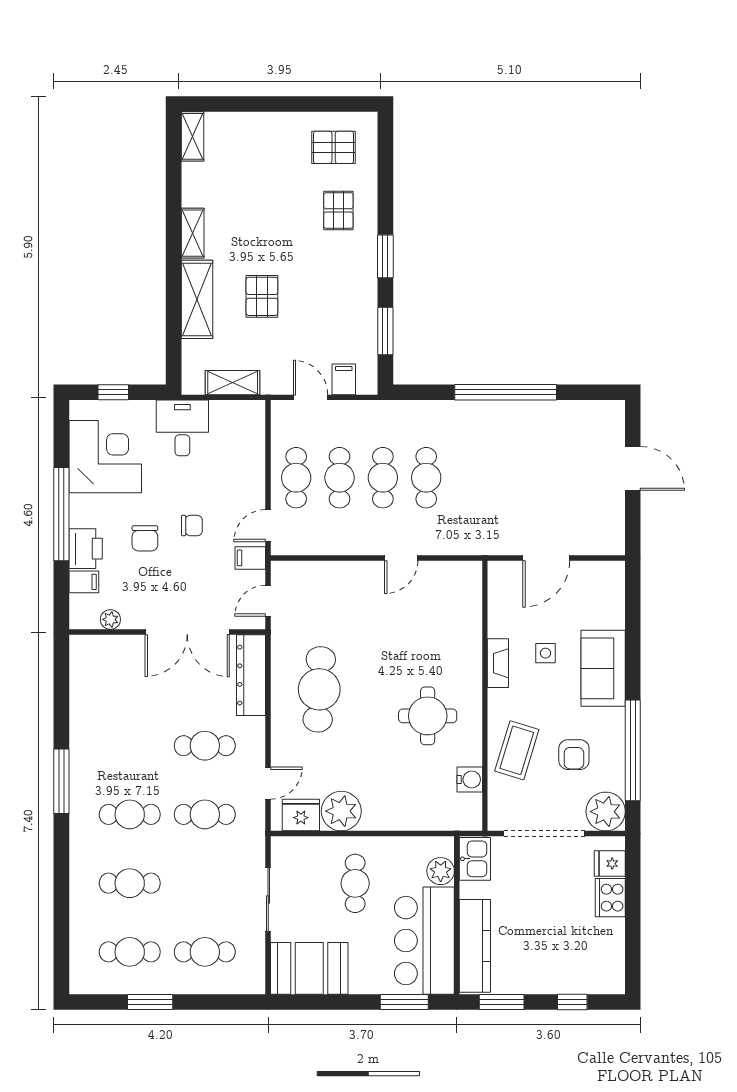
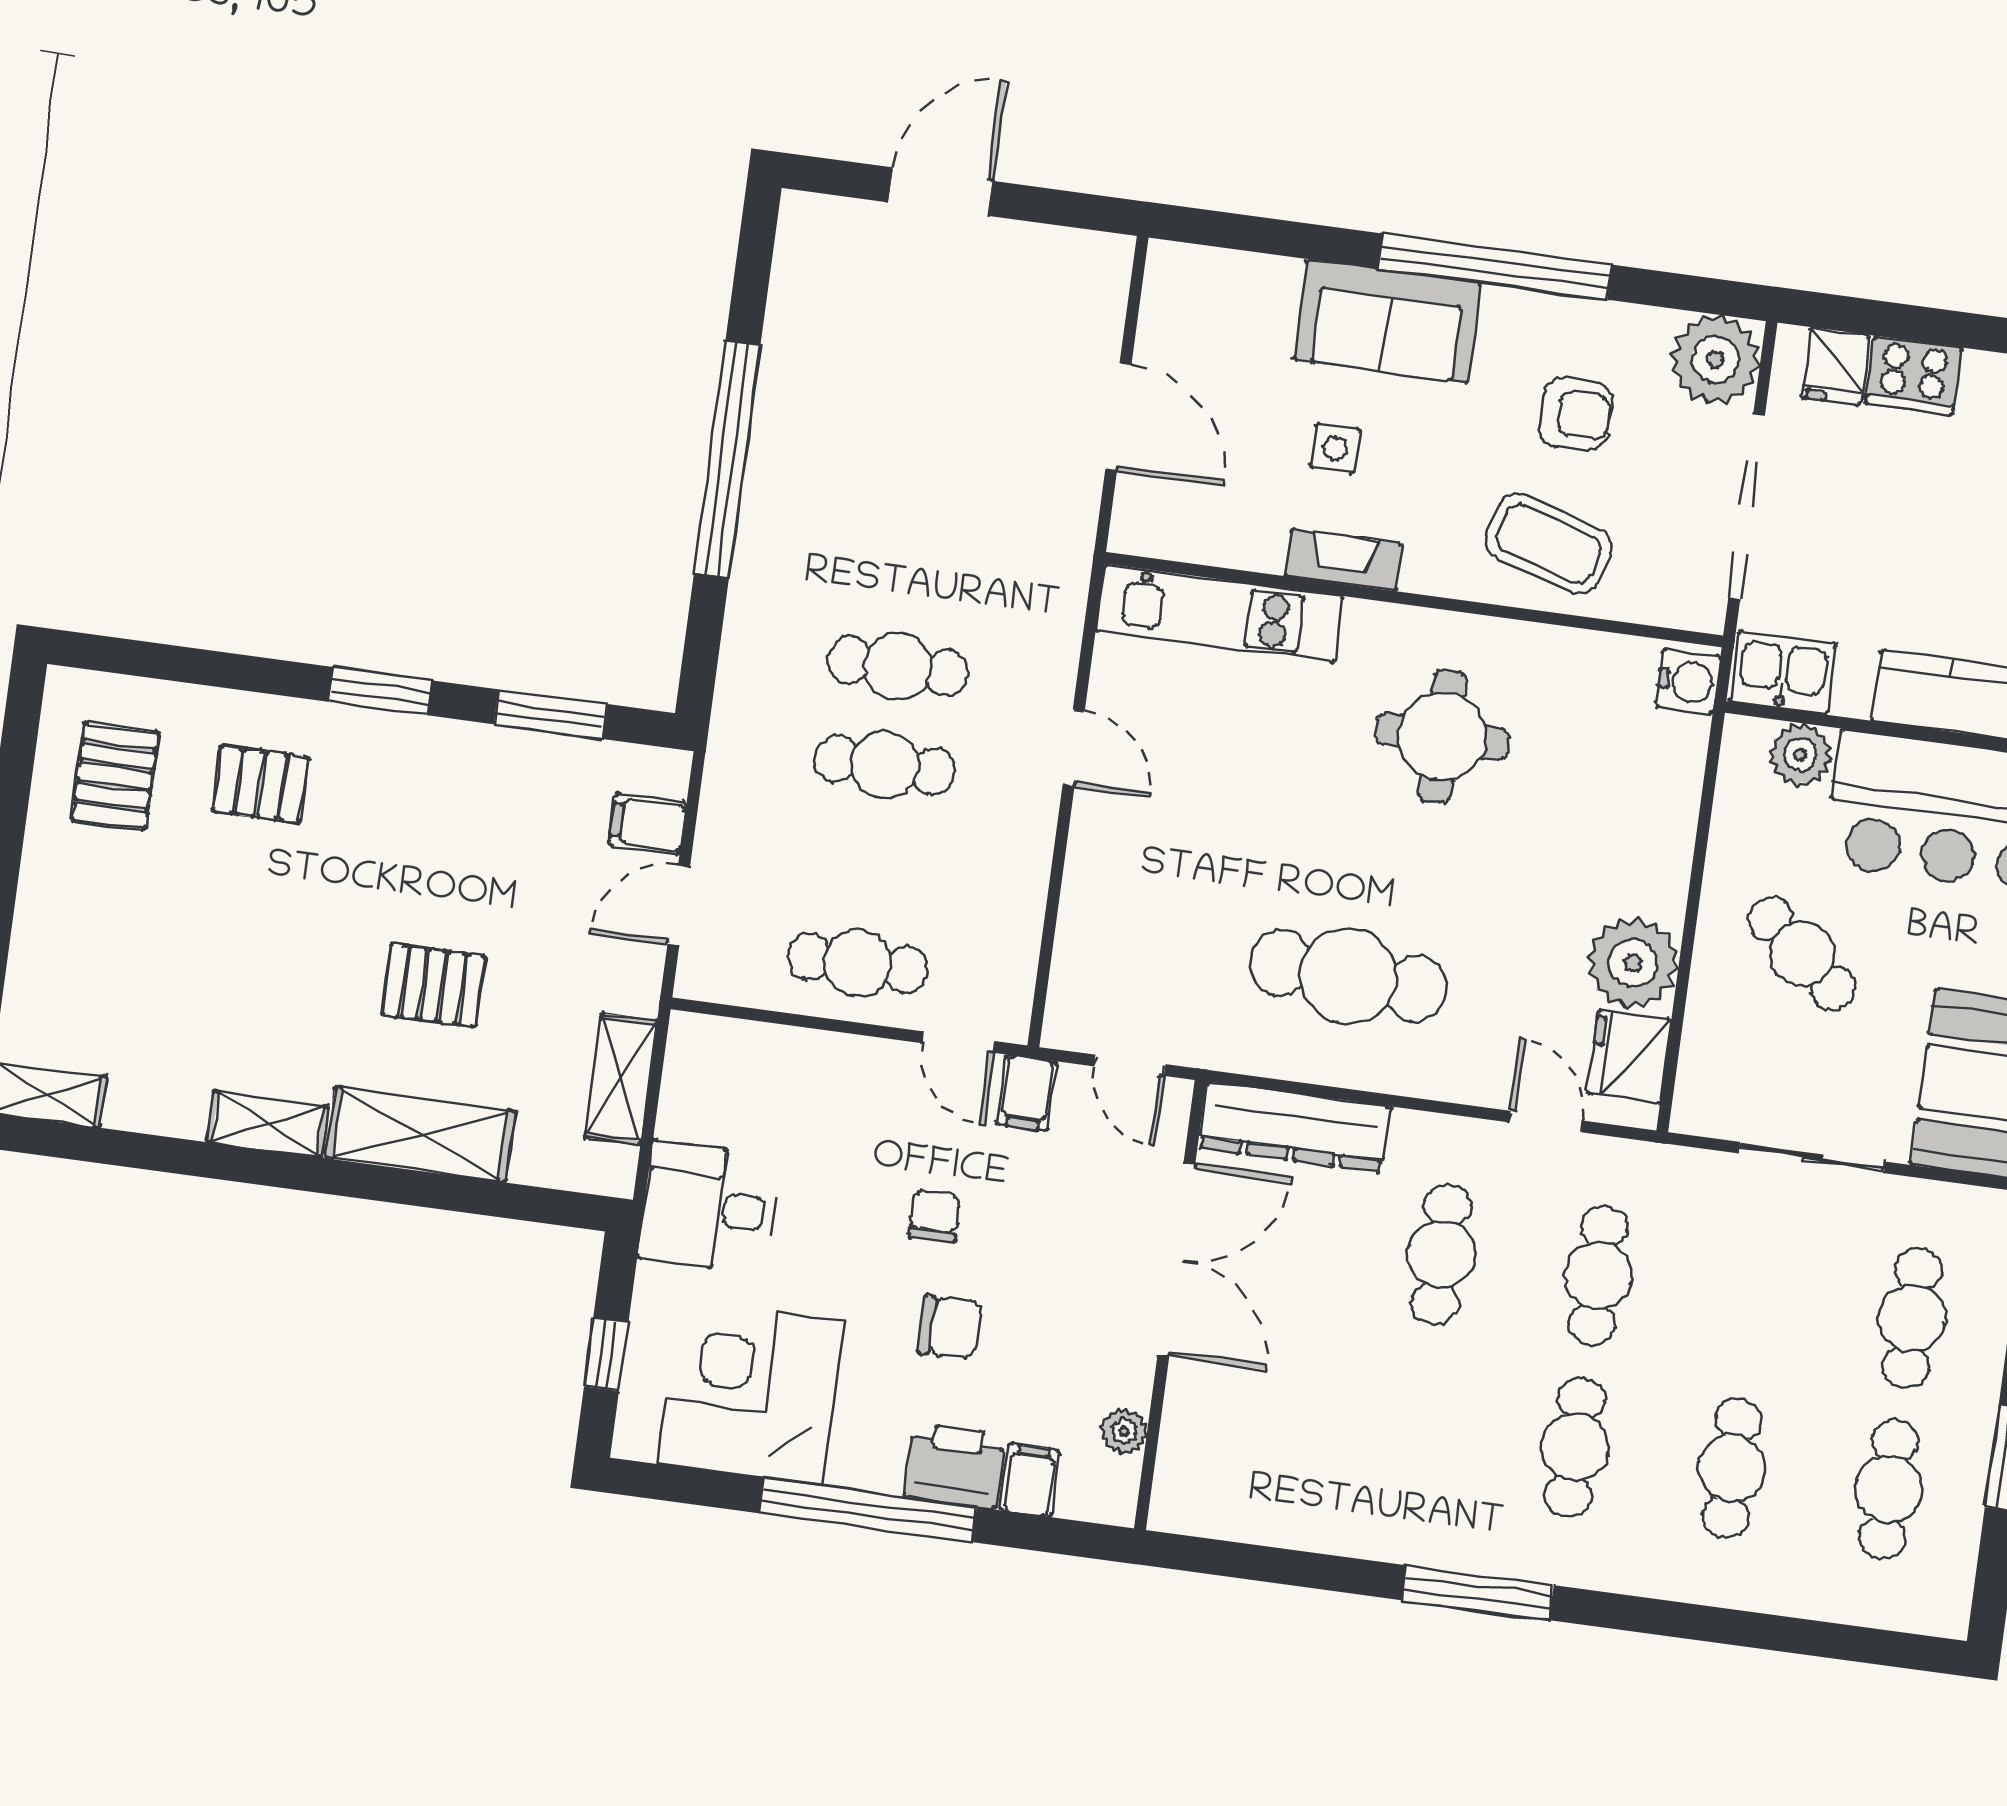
cafe table: (339, 478) -> (871, 864), removed
kitchen unit: (468, 613) -> (1219, 613), added
window: (633, 750) -> (1495, 267), moved
water cooler: (470, 779) -> (1688, 681), moved, turned 90
cafe table: (355, 883) -> (1802, 954), turned 40

